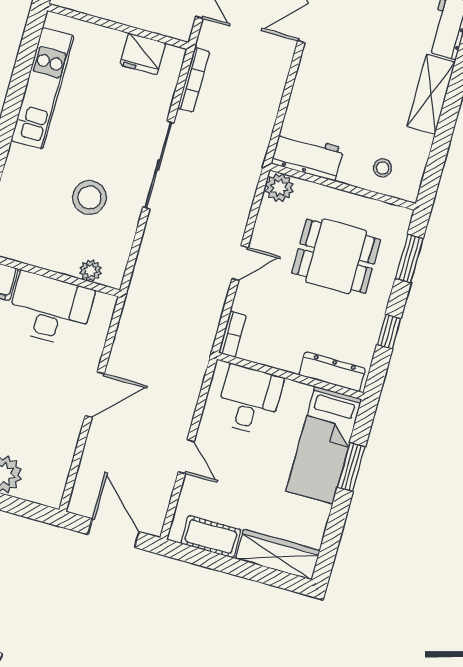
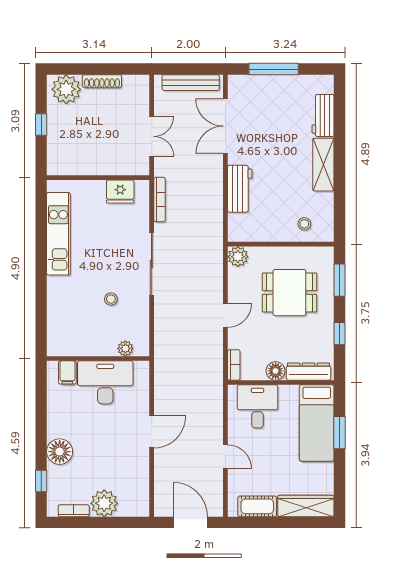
workbench: (308, 156) -> (240, 189), moved, turned 90
stool: (90, 197) -> (111, 299), width x0.53, depth x0.53
floor lamp: (287, 358) -> (276, 371), added

